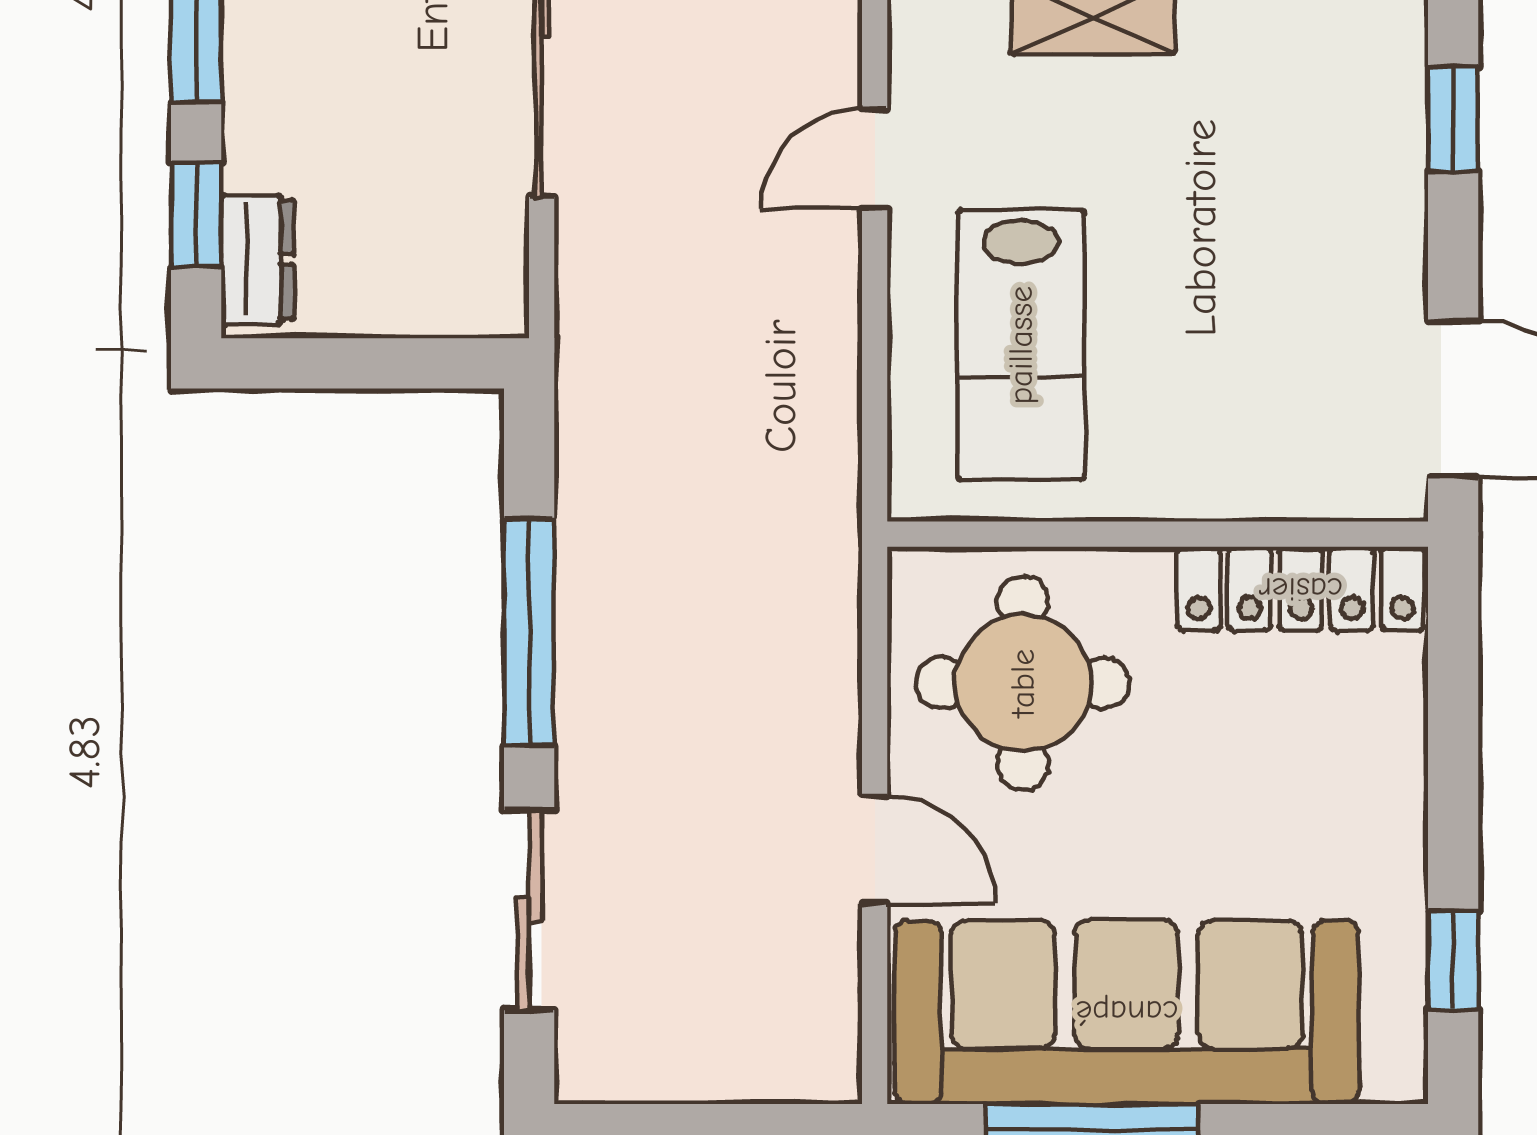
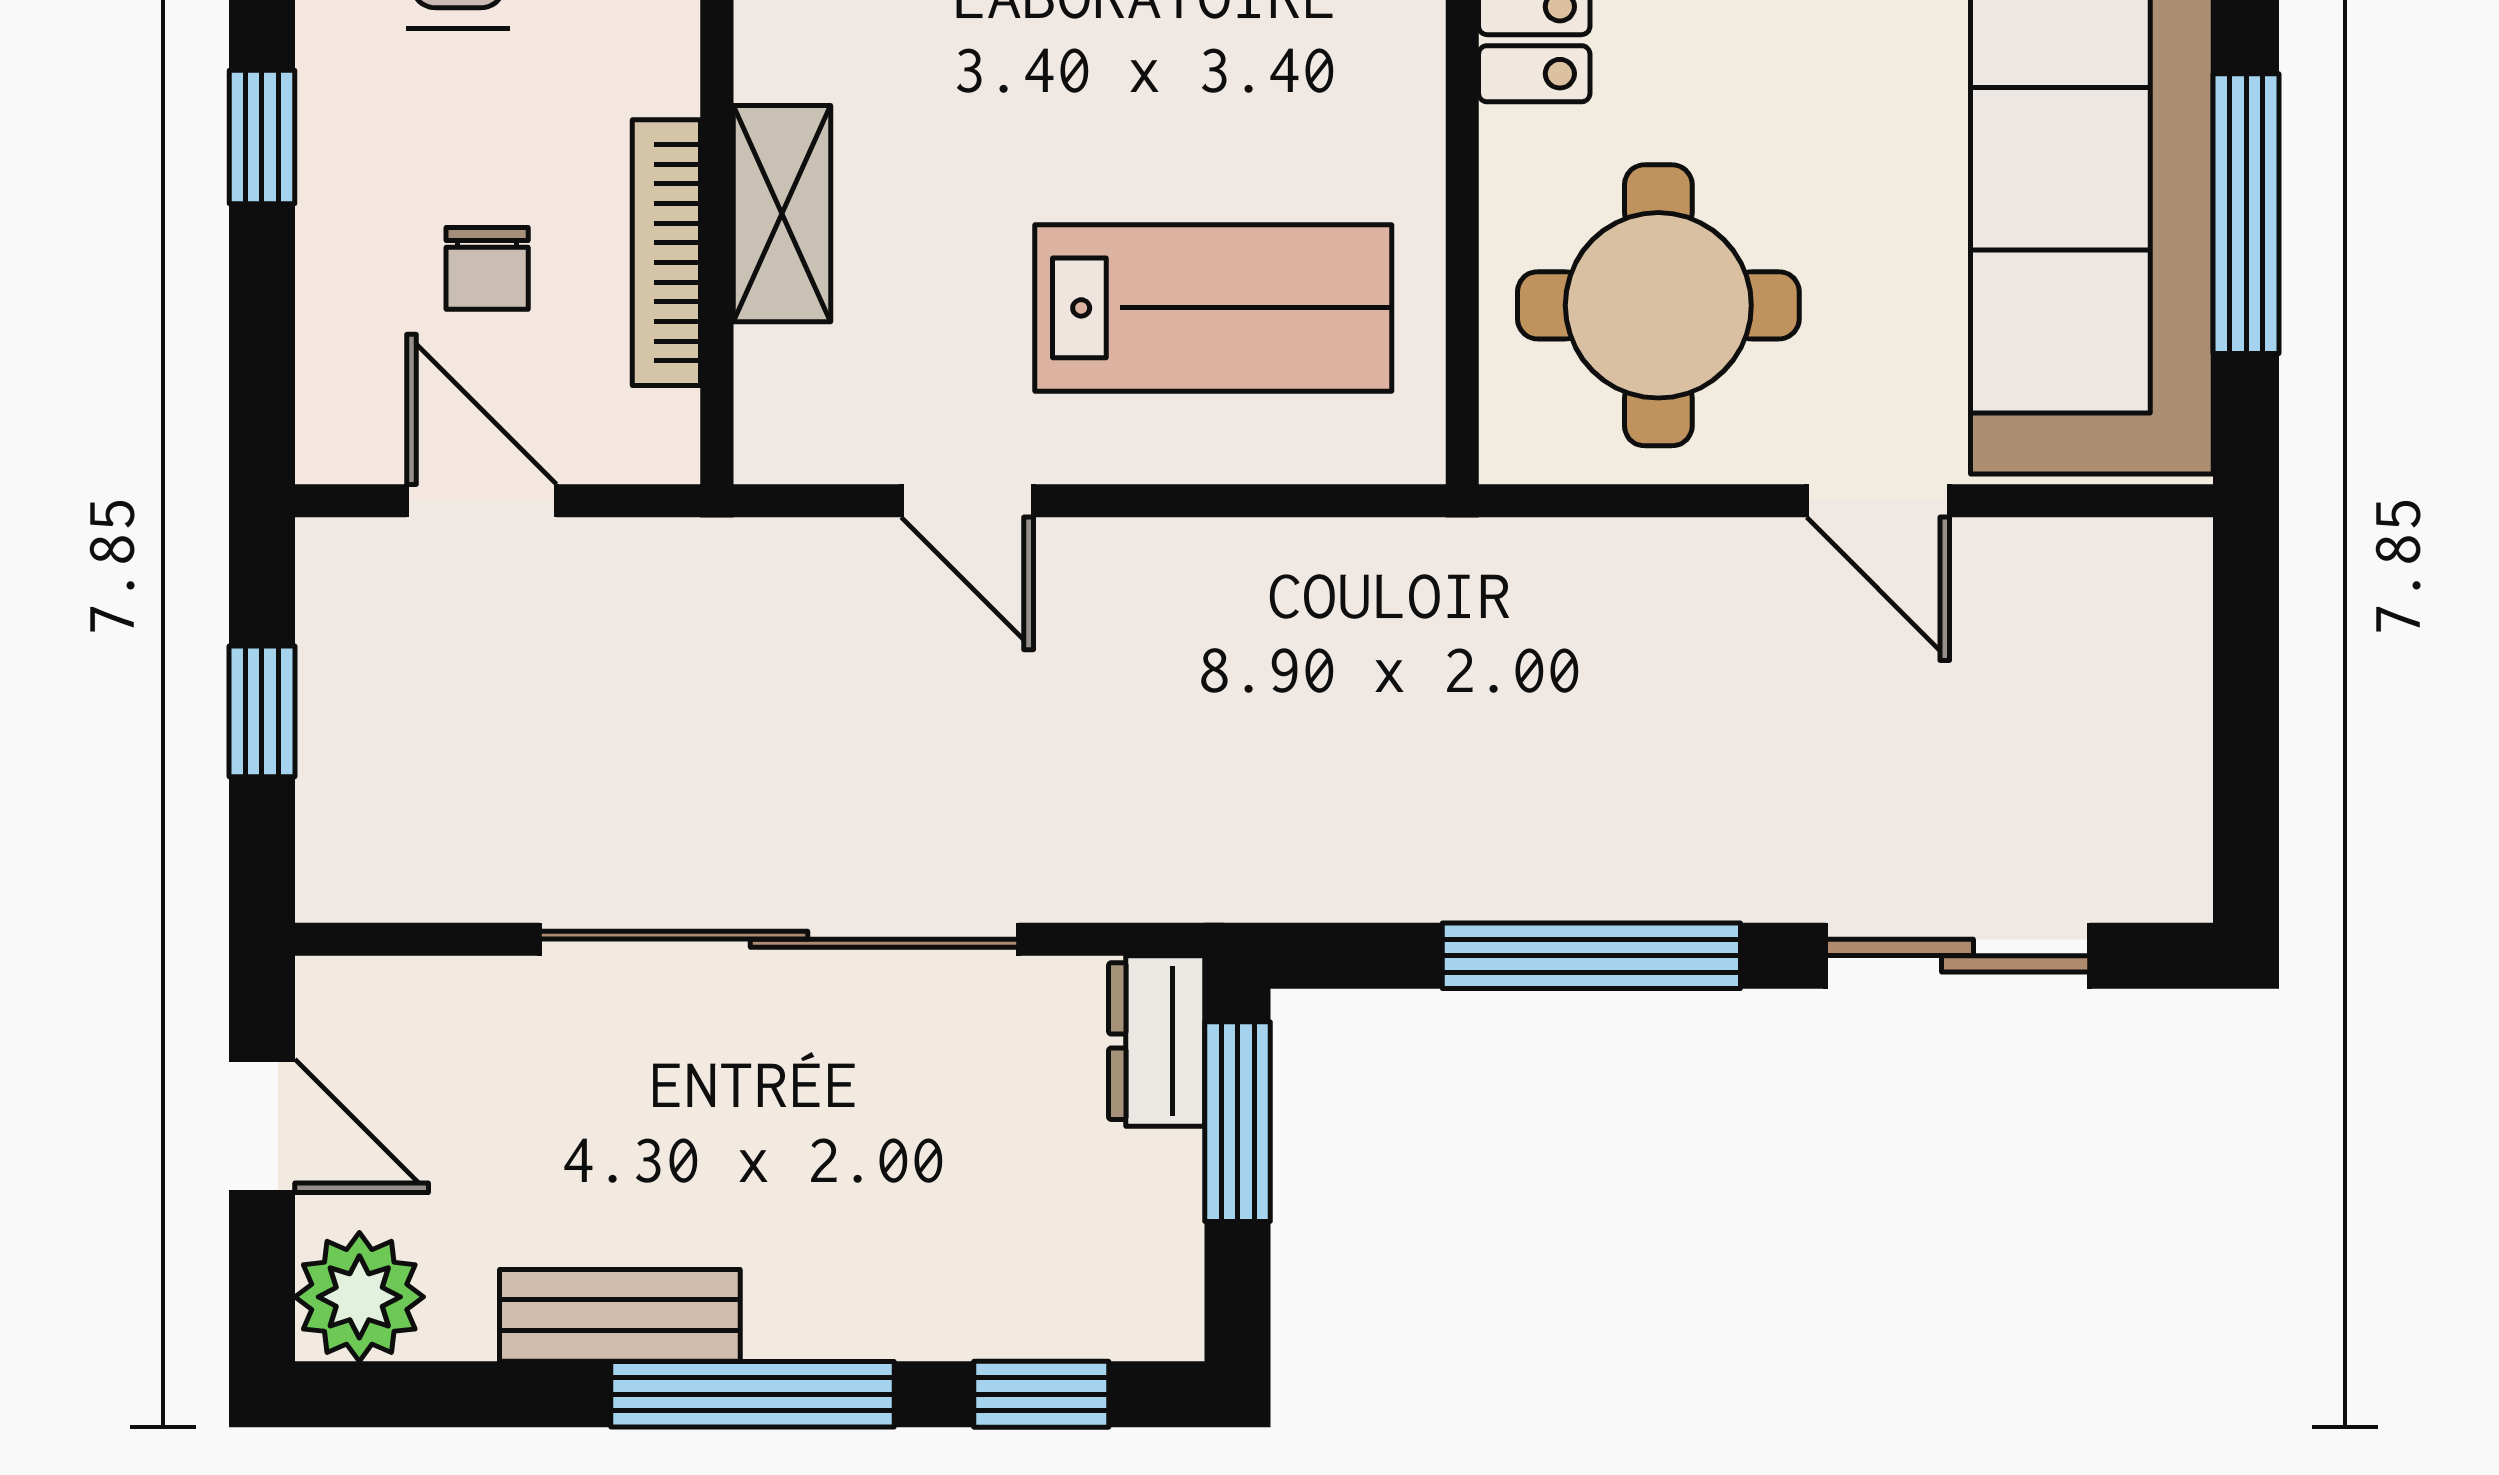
dresser: (258, 260) -> (1157, 1041), moved, turned -90
window: (403, 363) -> (1238, 1122), added
door: (875, 850) -> (1878, 501), swing flipped

